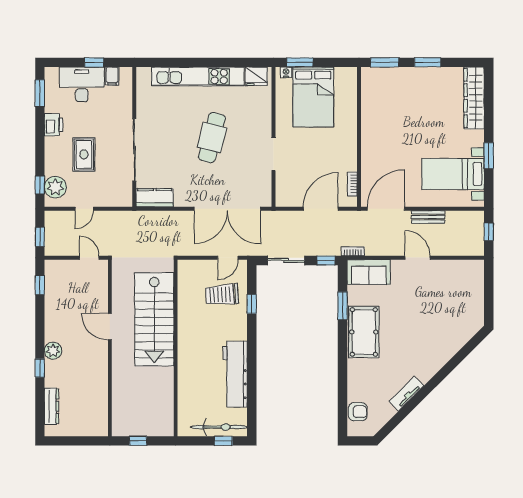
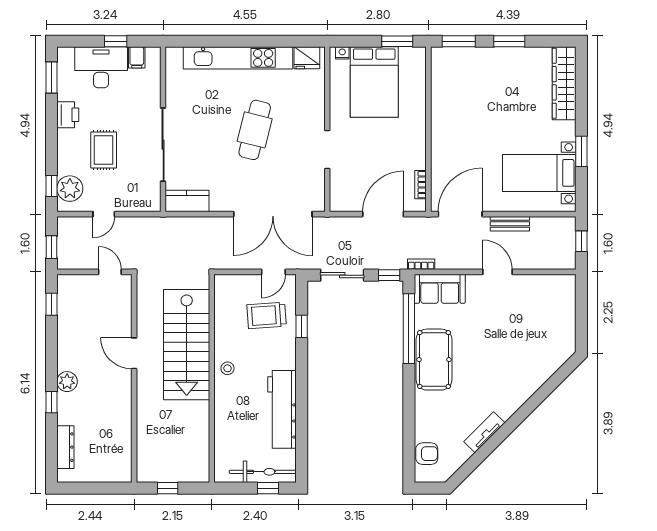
window: (300, 62) -> (397, 41), moved
window: (343, 306) -> (409, 329), width x2.11
stool: (189, 339) -> (228, 368), added

